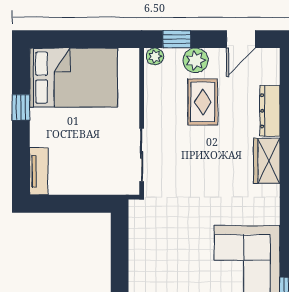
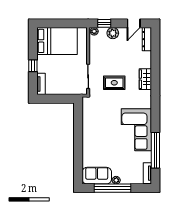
rug: (203, 102) -> (114, 83), moved, turned 90
window: (21, 107) -> (33, 66), moved
dresser: (270, 111) -> (147, 39), moved

